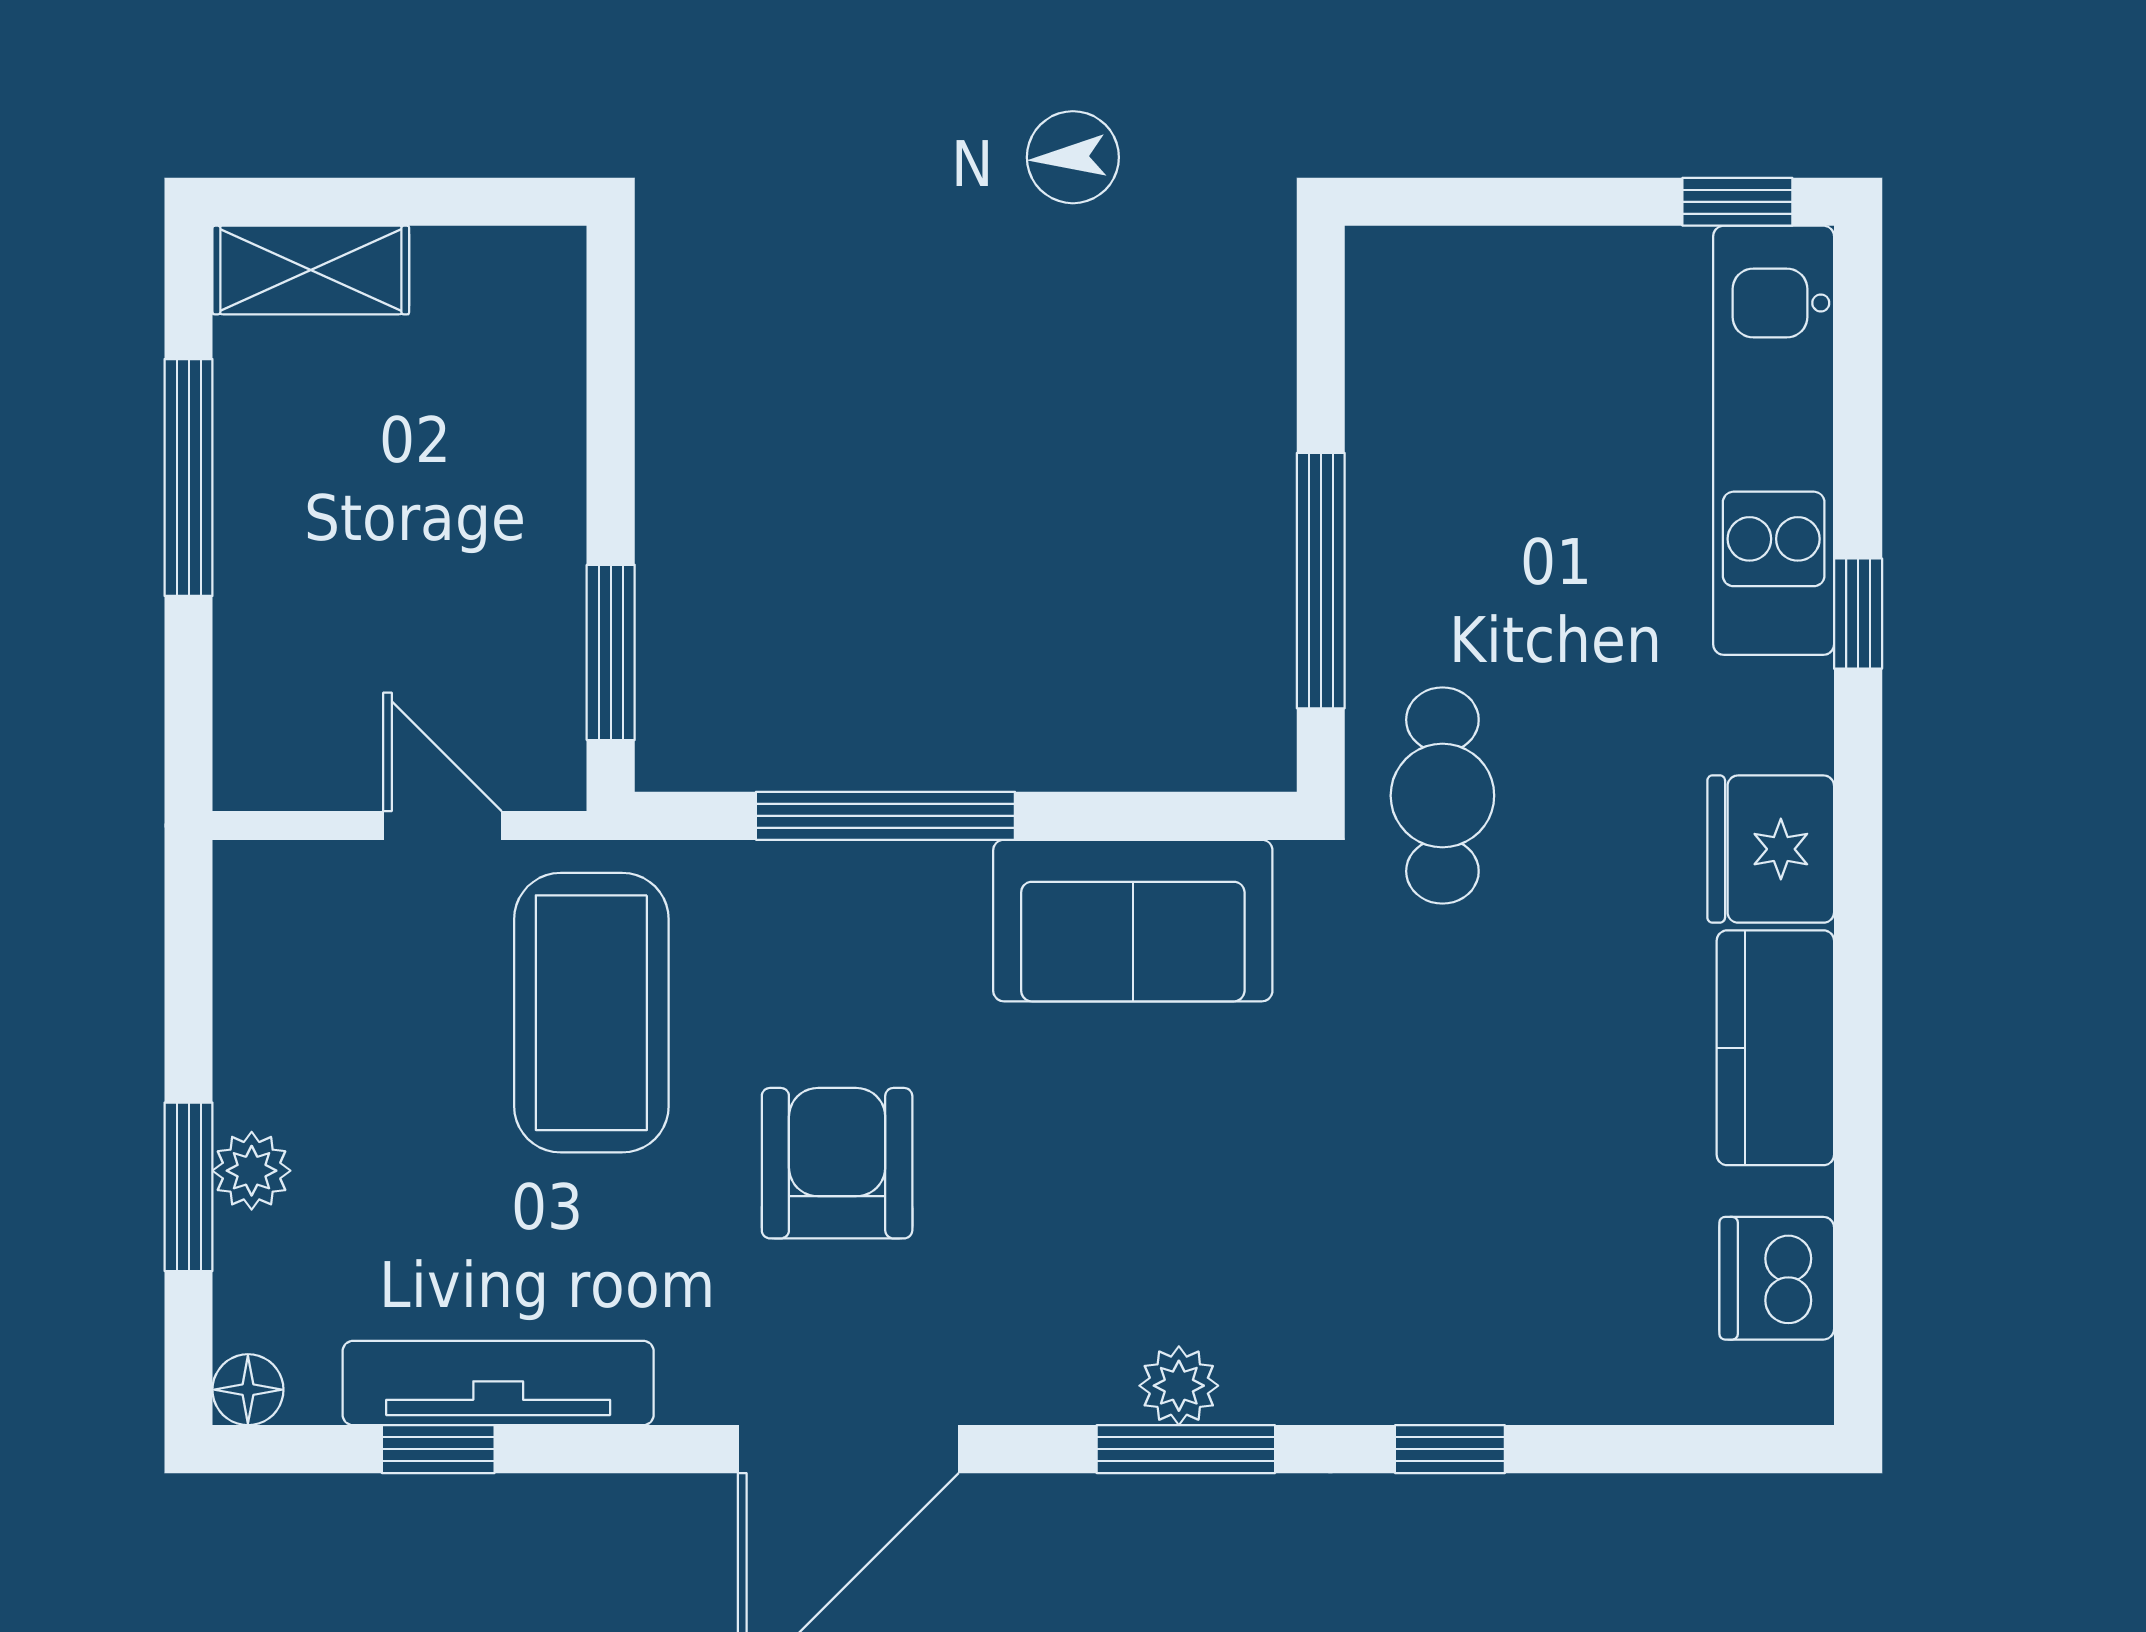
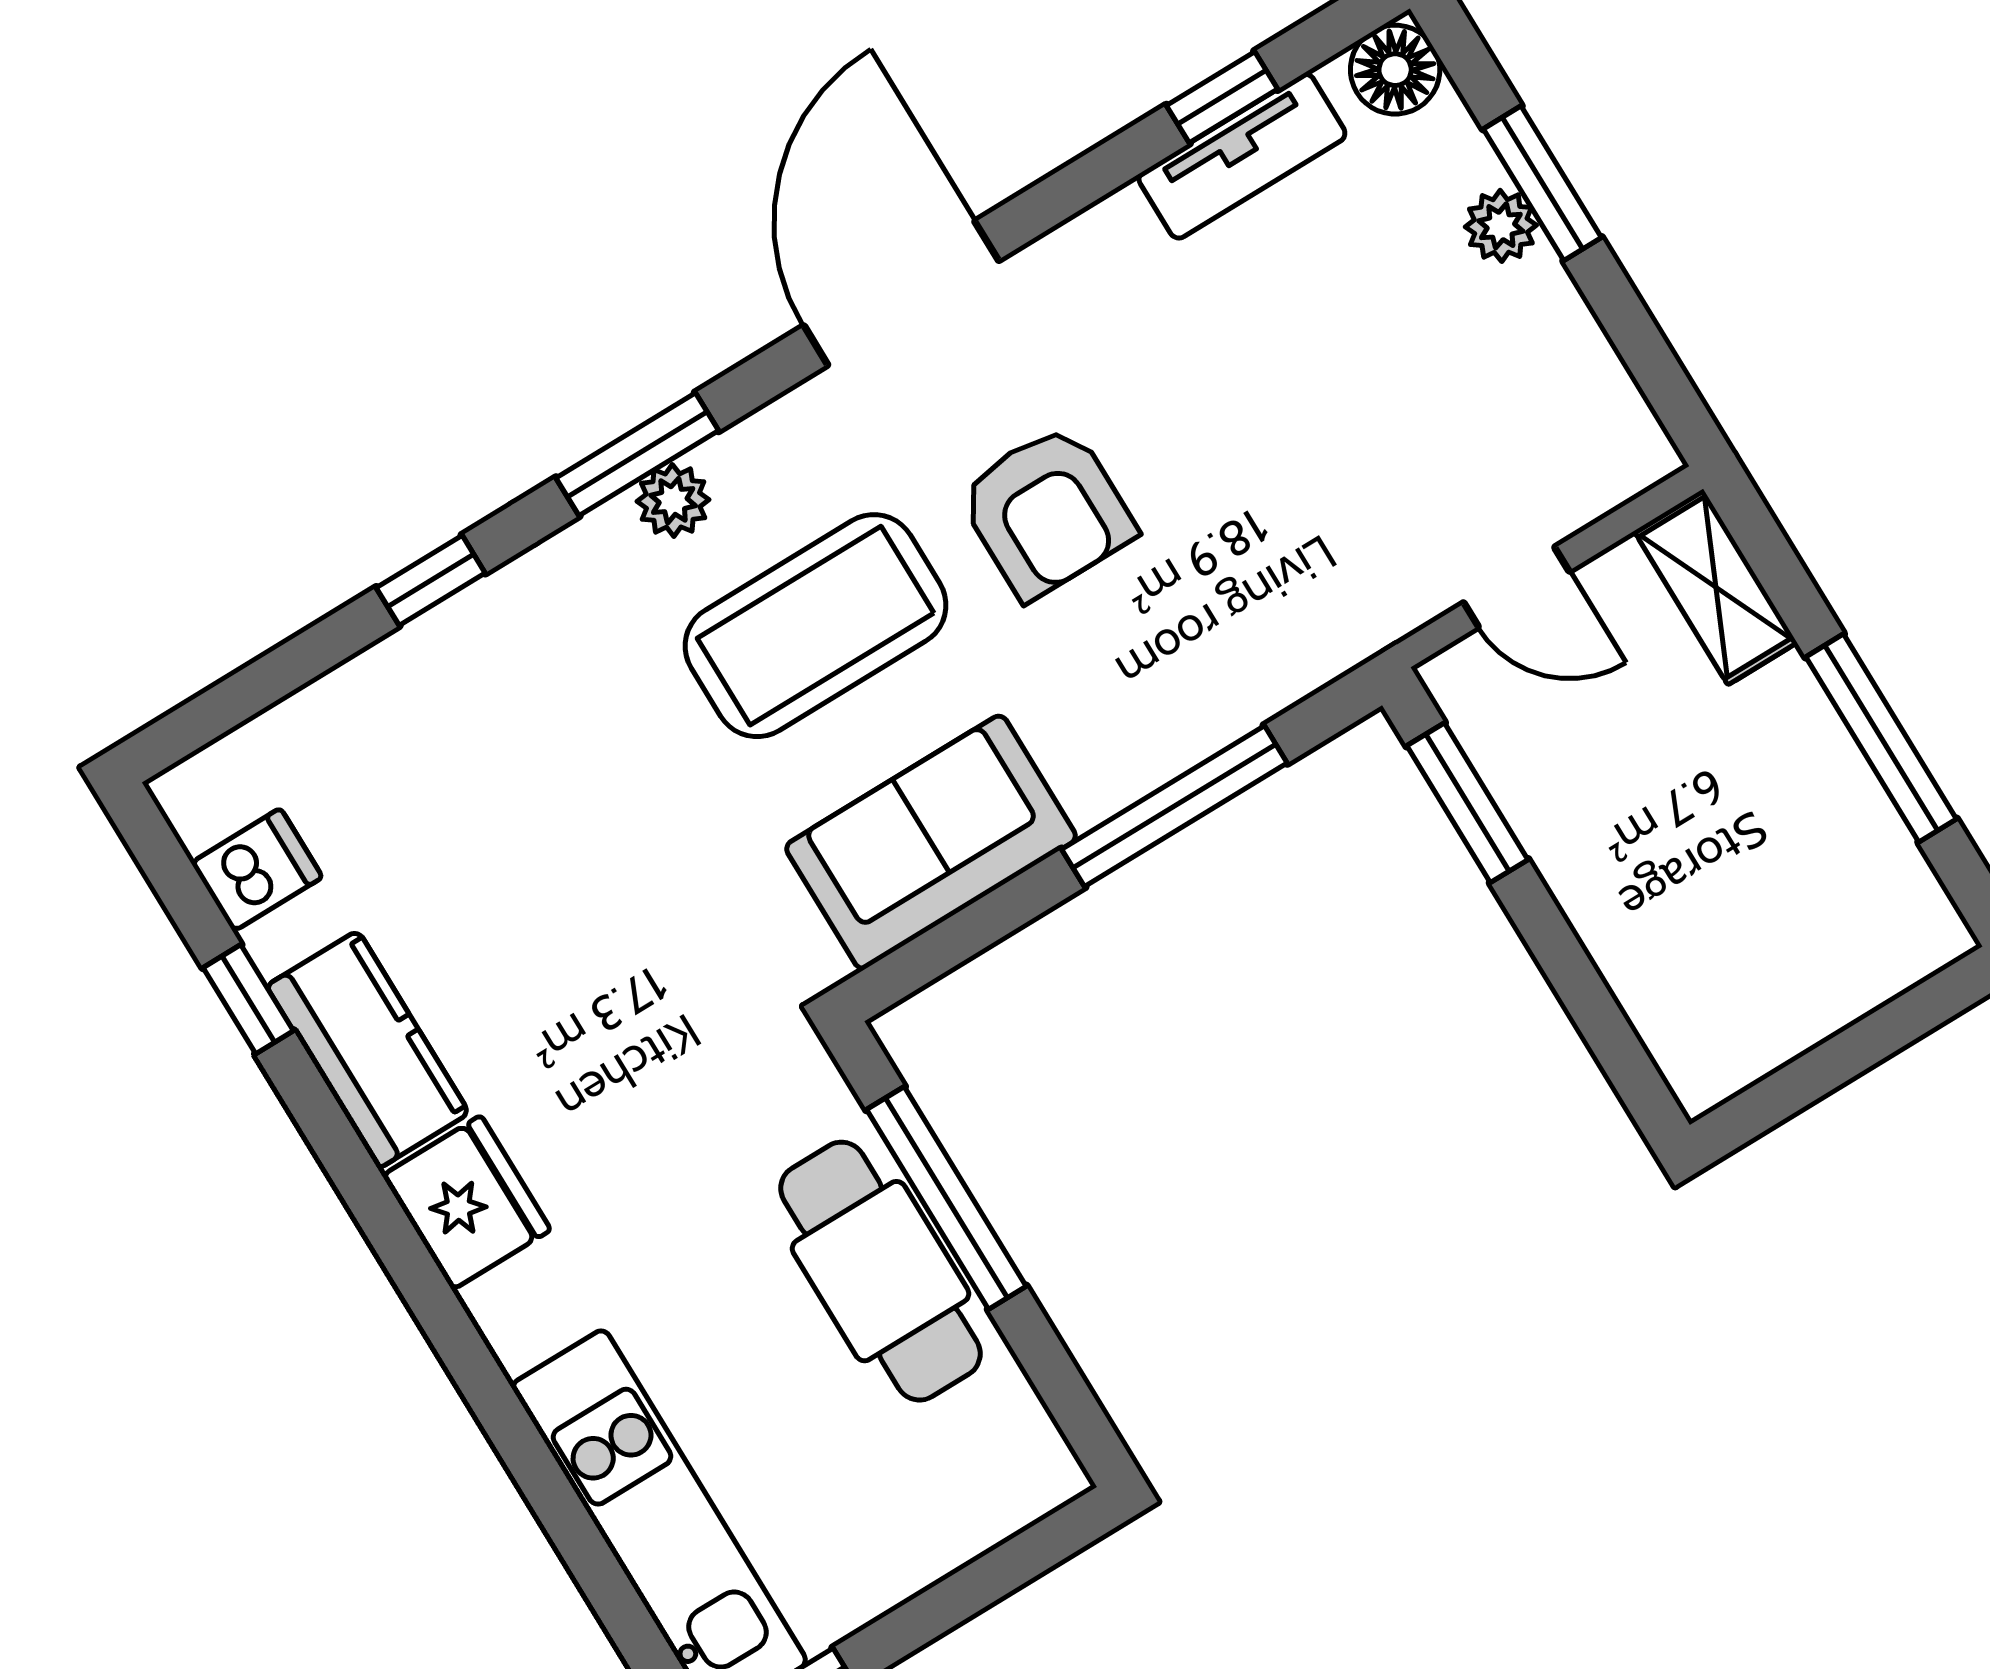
shelving: (311, 270) -> (1716, 587), moved, turned 90
window: (1858, 614) -> (248, 999), moved
cafe table: (1442, 796) -> (880, 1271), moved, width x1.37, depth x1.35
coffee table: (591, 1013) -> (816, 626), moved, turned 90
dishwasher: (1777, 1278) -> (257, 870), width x0.73
tv unit: (498, 1383) -> (1242, 156), width x0.71
floor lamp: (248, 1390) -> (1395, 70), width x1.37, depth x1.37

